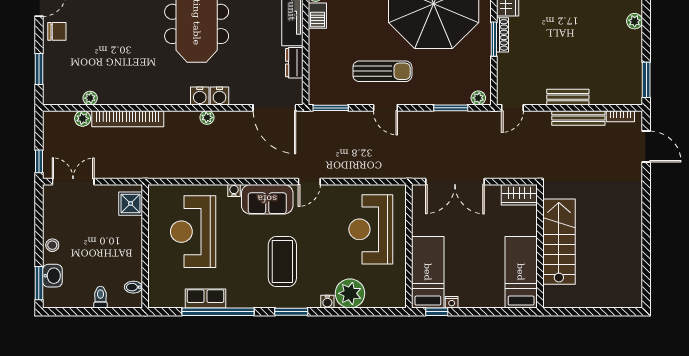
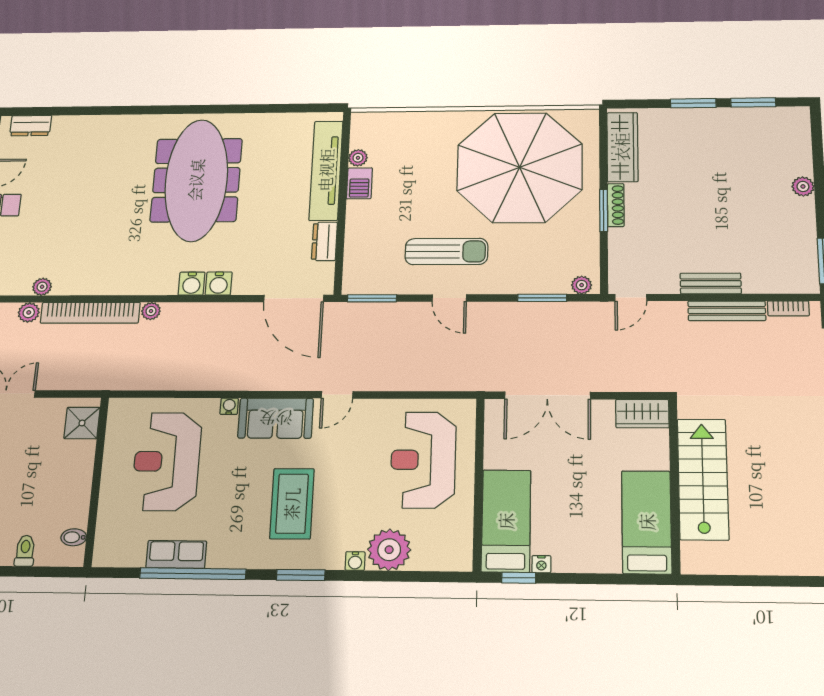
plant: (207, 118) -> (151, 311), moved

